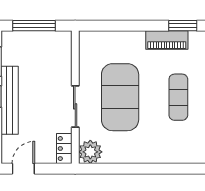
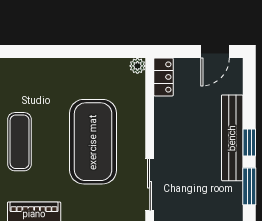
sliding door: (75, 106) -> (150, 185), moved
plant: (90, 152) -> (137, 66), width x0.53, depth x0.53

